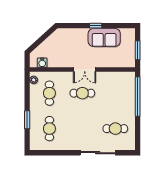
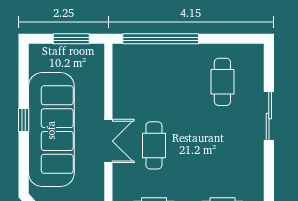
sofa: (104, 37) -> (51, 130), width x1.85, depth x1.27
sliding door: (98, 153) -> (269, 116), width x0.73

